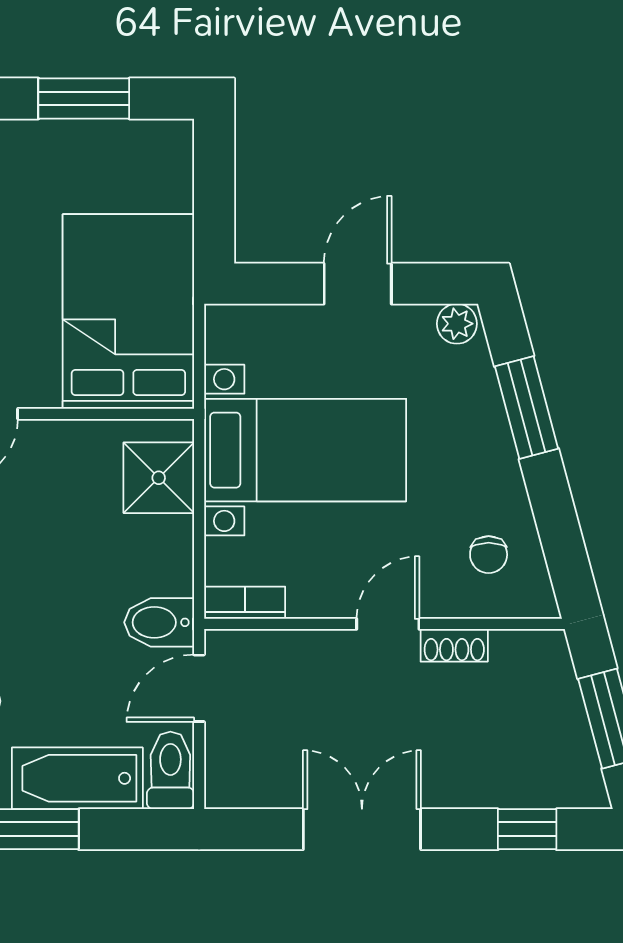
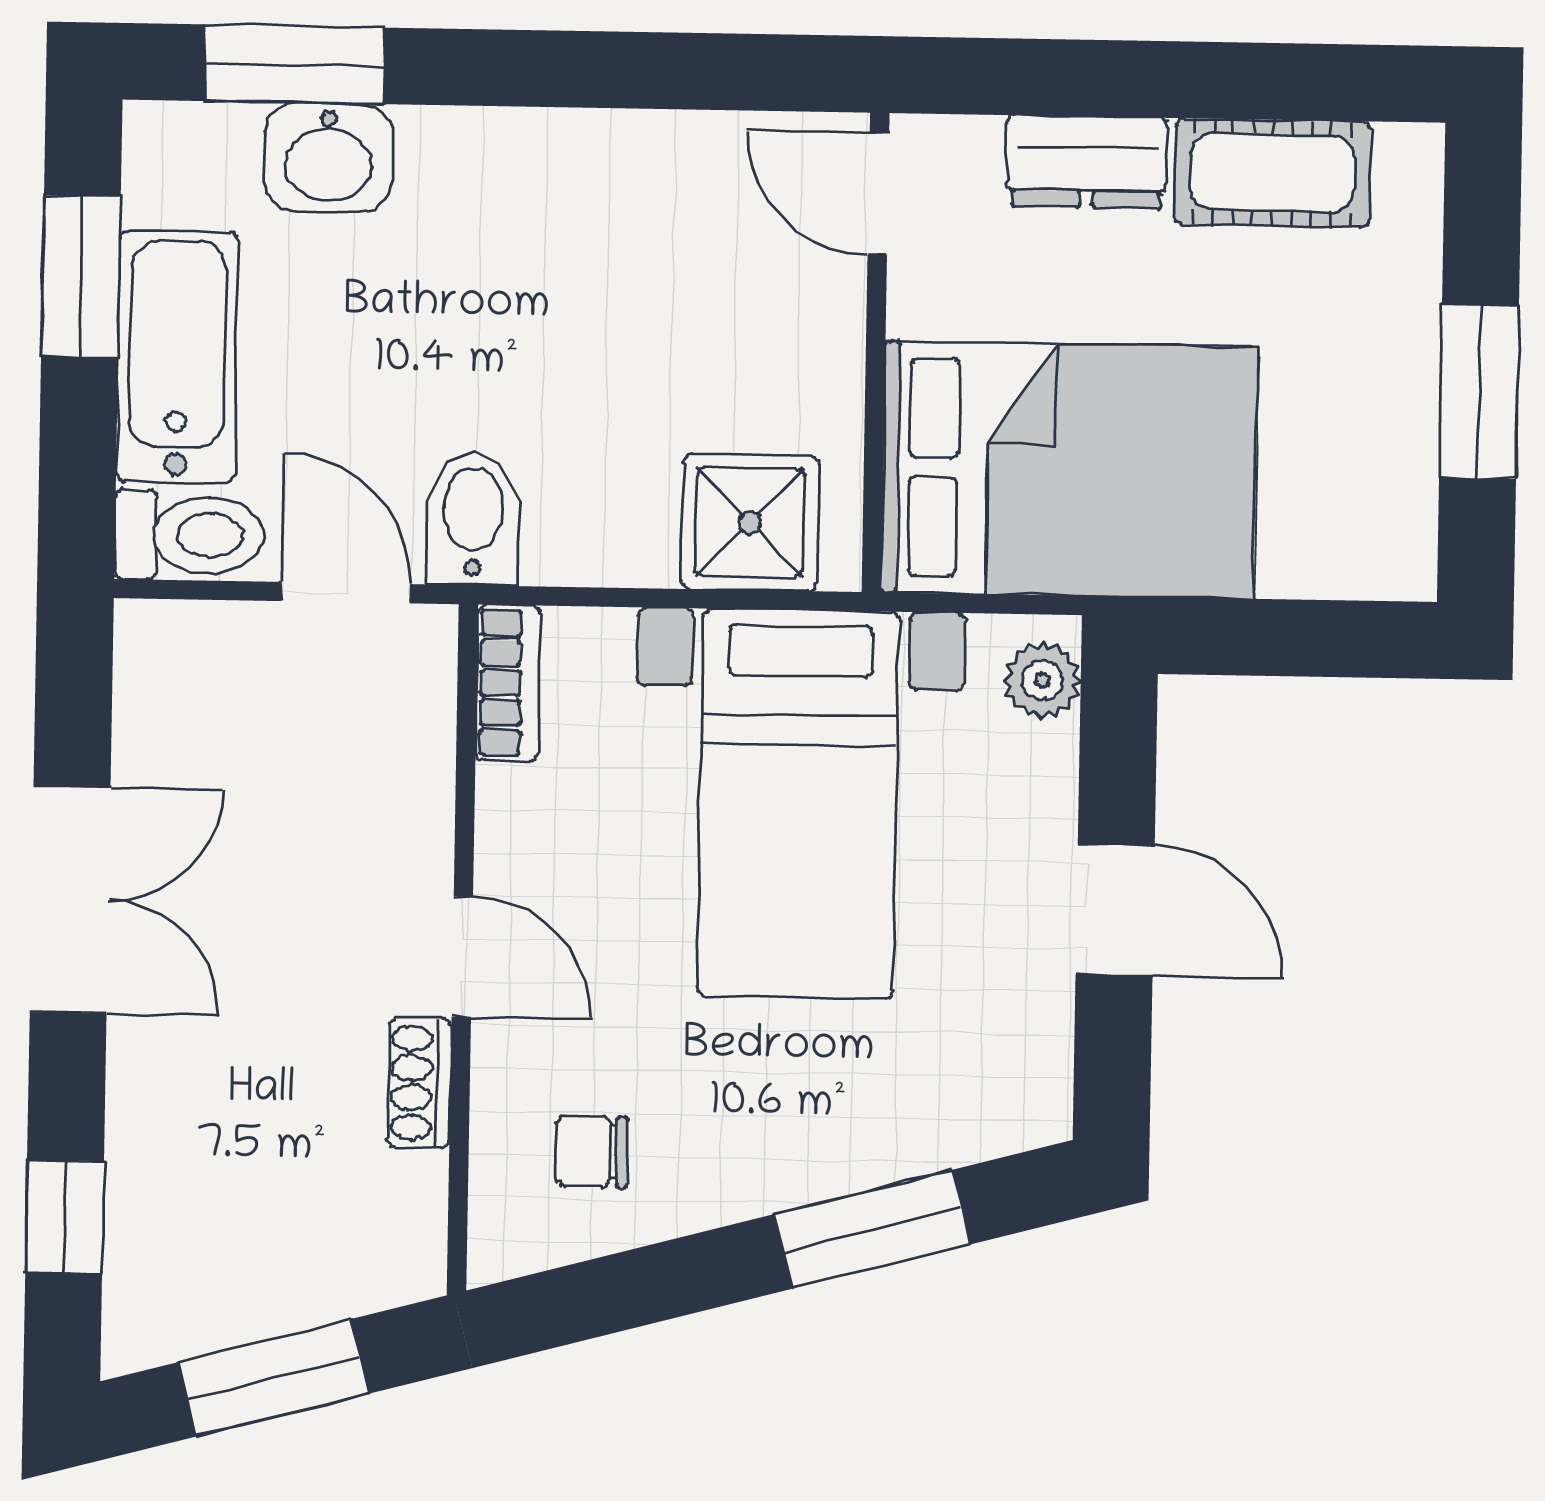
plant: (457, 324) -> (1042, 680), moved

